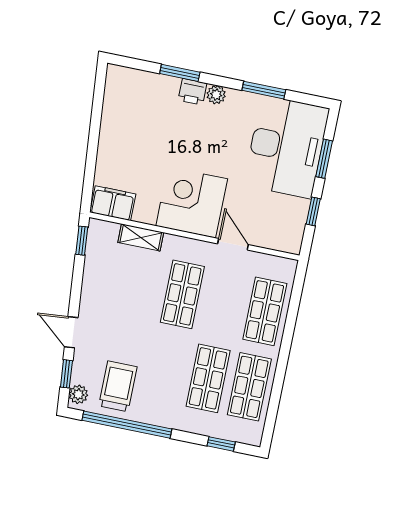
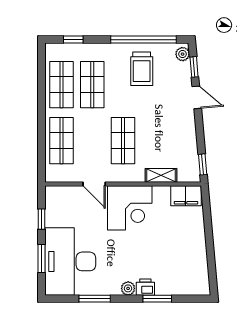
trolley: (118, 386) -> (142, 69), moved

